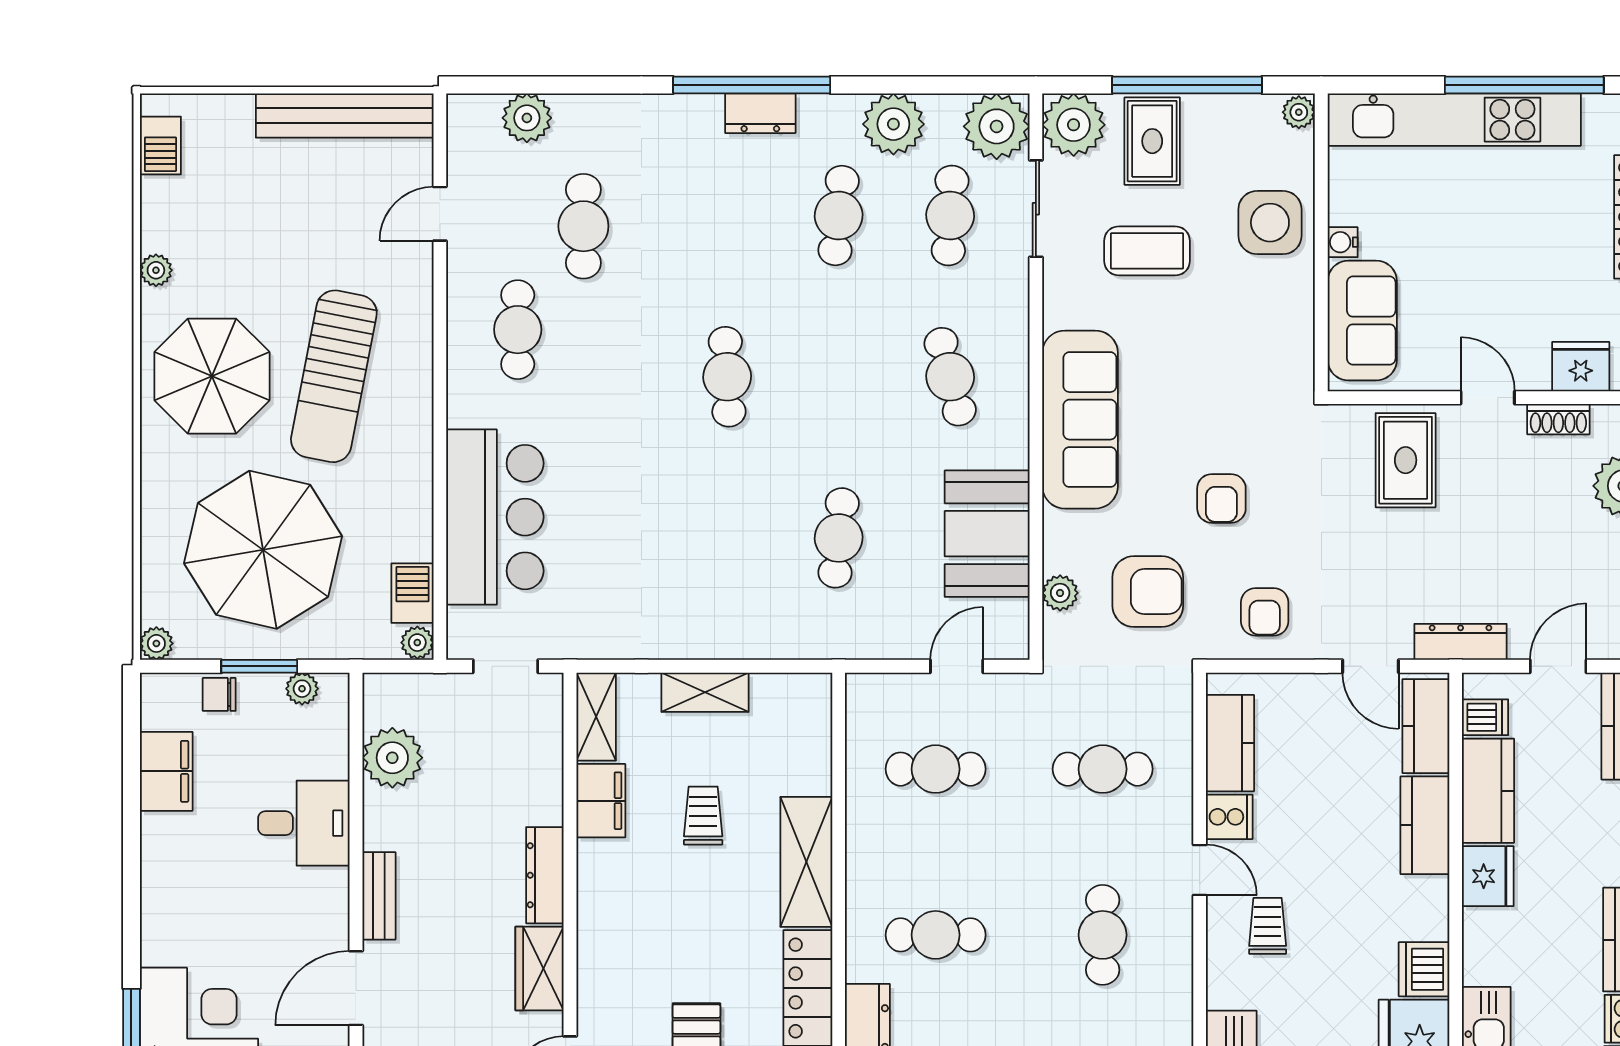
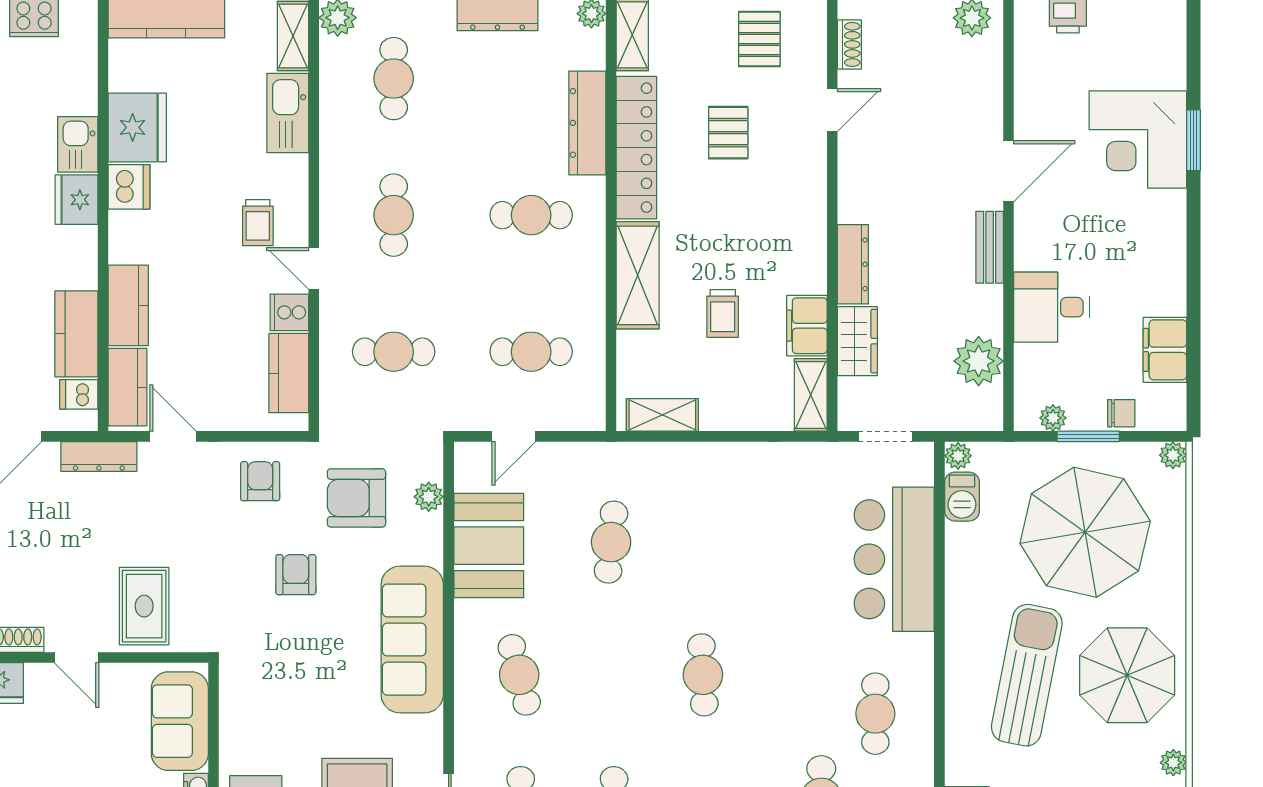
shelving: (705, 692) -> (662, 415), moved
fridge: (1488, 876) -> (76, 200), moved
wardrobe: (539, 969) -> (857, 341), moved

